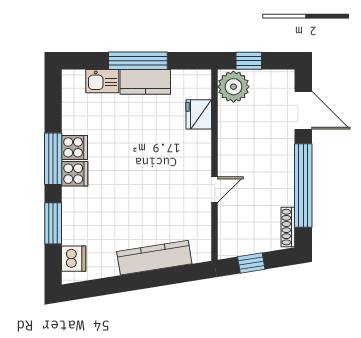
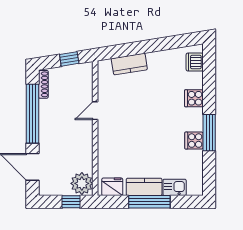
fridge: (199, 114) -> (112, 187), moved, turned -90
cooker: (75, 174) -> (194, 98), moved
window: (53, 223) -> (209, 87), removed
kitchen counter: (154, 258) -> (129, 64), width x0.67

